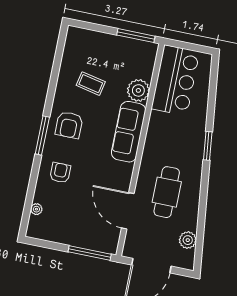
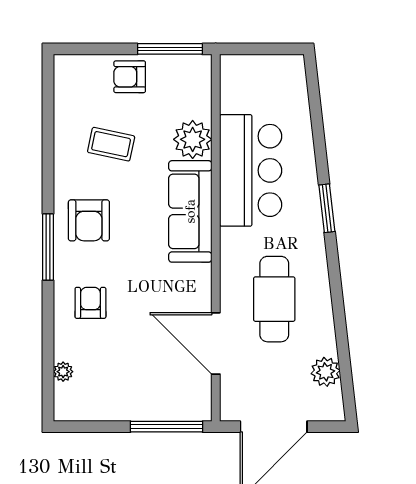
armchair: (109, 47) -> (130, 77), added
bar counter: (175, 80) -> (251, 170), moved

